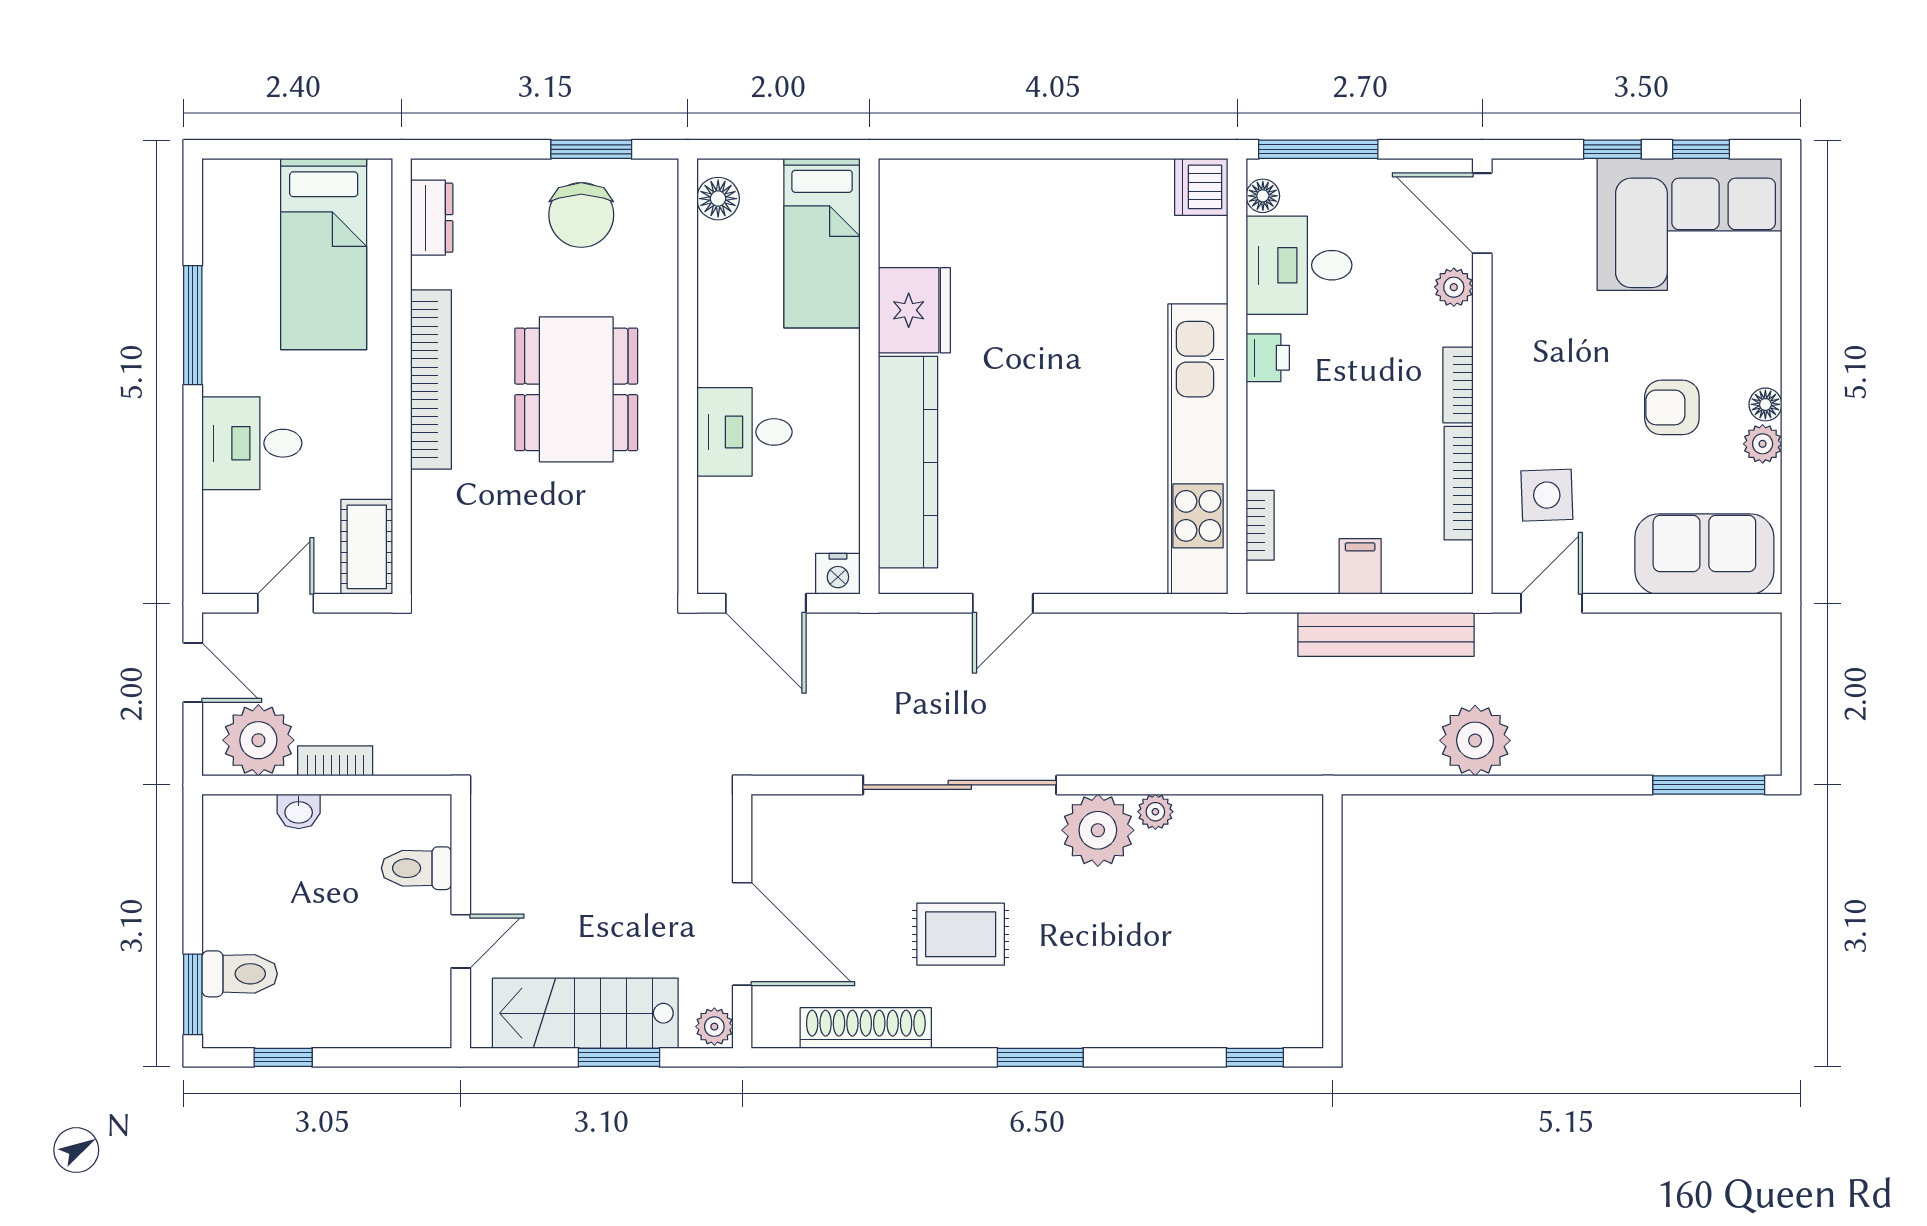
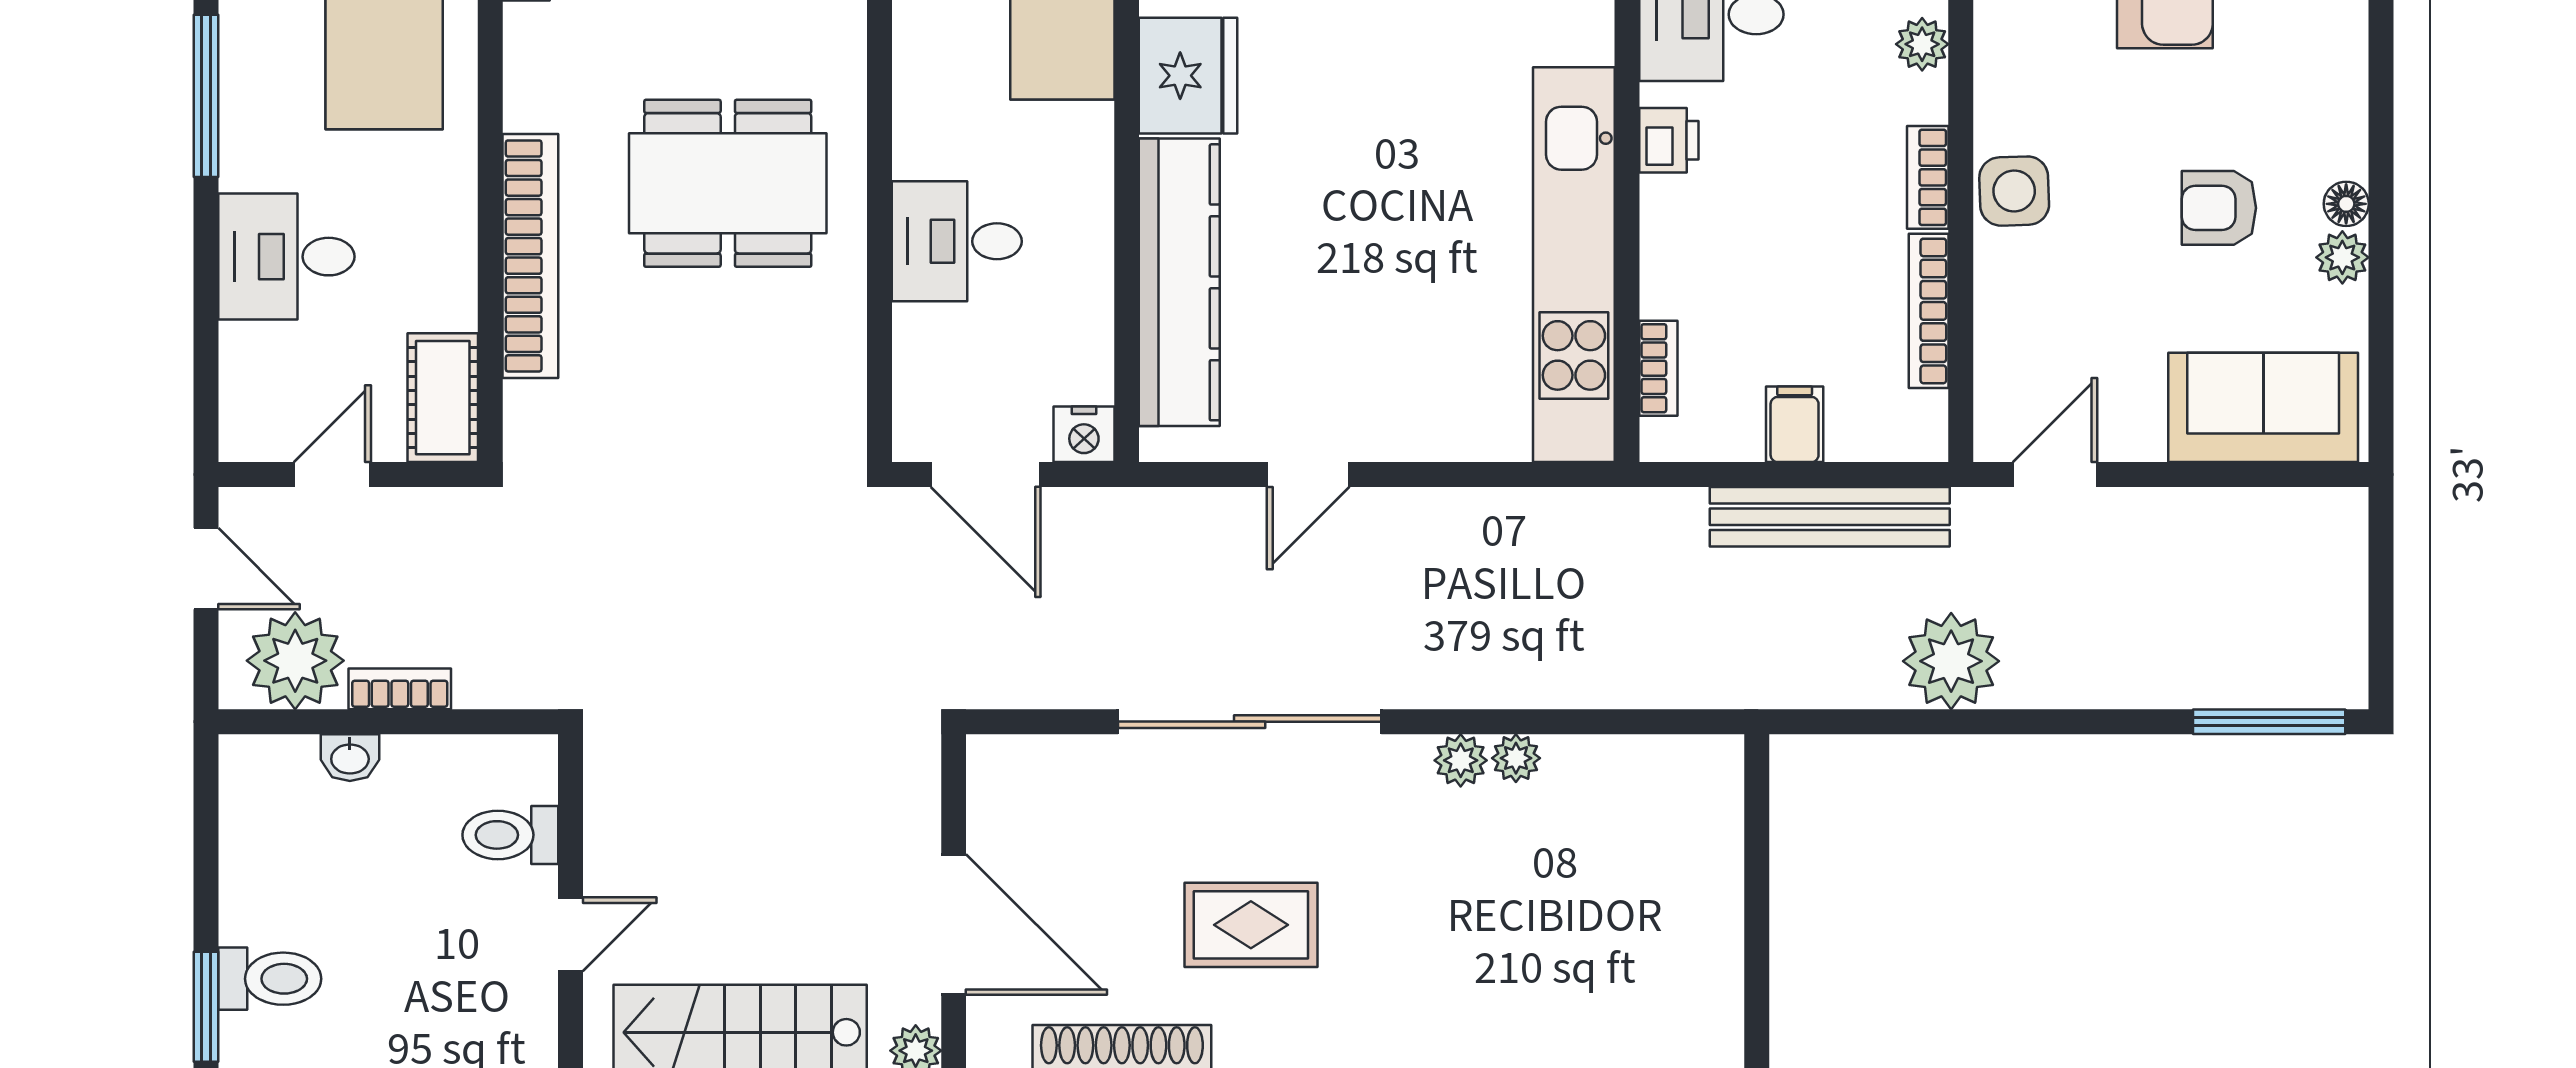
bookcase: (431, 379) -> (530, 256), moved
dining table: (576, 389) -> (728, 183), turned 90
side table: (1547, 495) -> (2014, 191), moved
plant: (1098, 830) -> (1461, 760), width x0.53, depth x0.53

